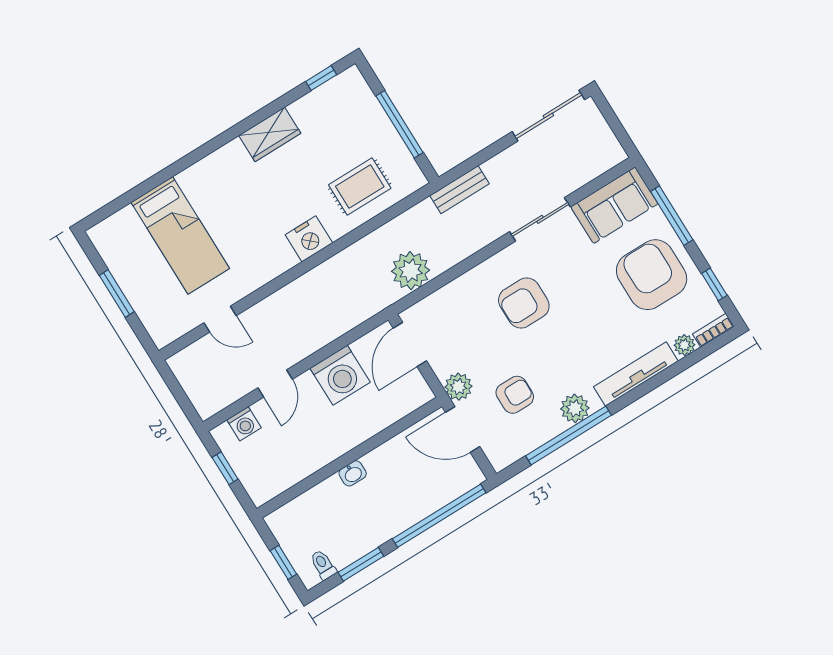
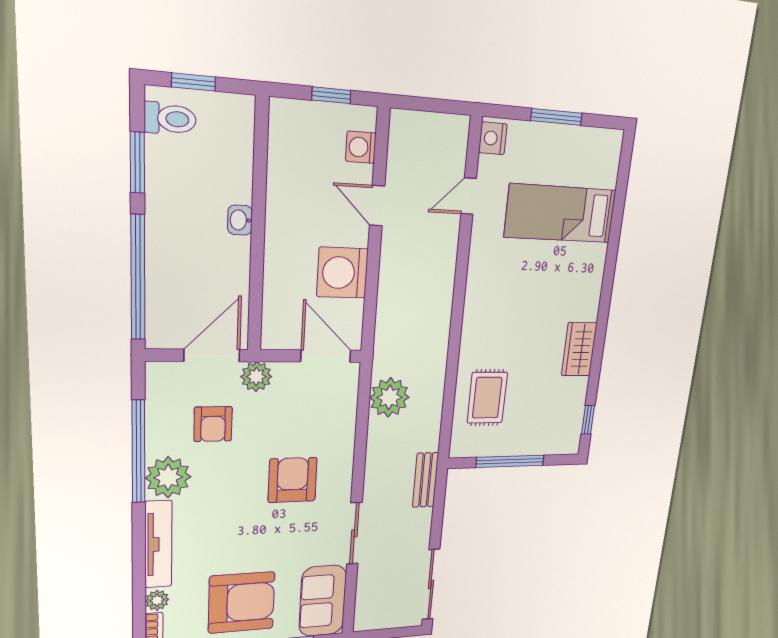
nightstand: (309, 239) -> (493, 138), moved, width x0.74, depth x0.75
plant: (575, 408) -> (168, 477), width x1.36, depth x1.36
toilet: (323, 565) -> (170, 119), width x1.37, depth x1.39

